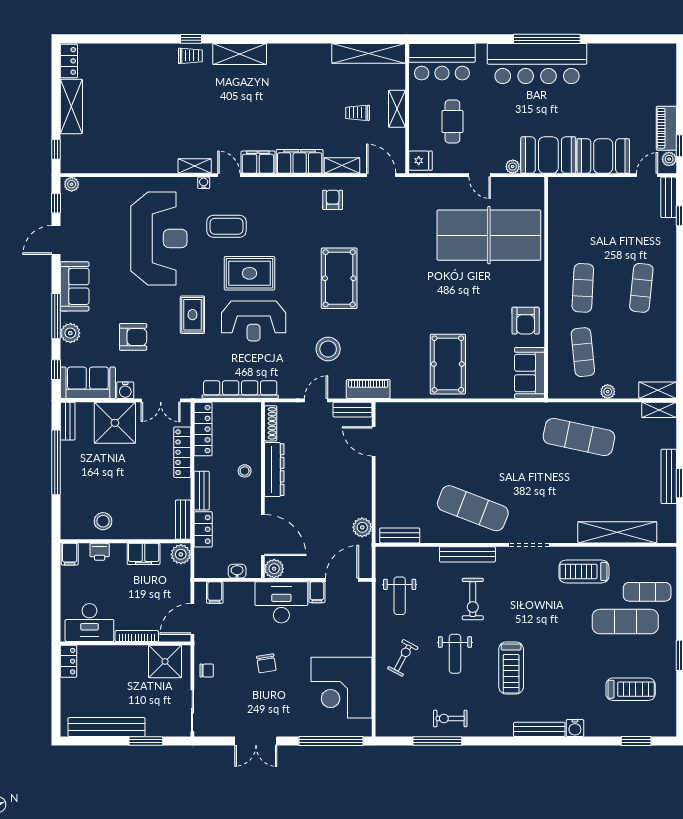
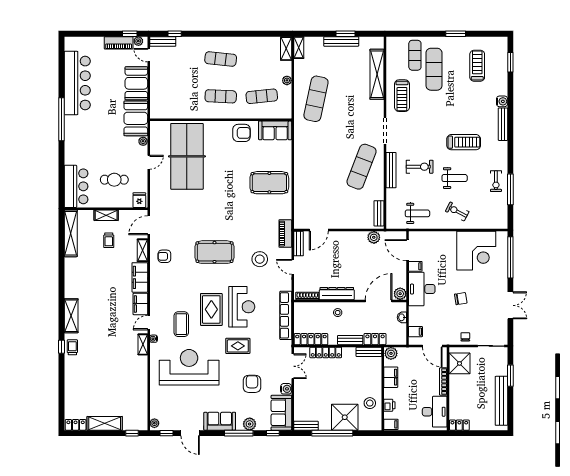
bar counter: (537, 64) -> (77, 83), moved
shower: (115, 423) -> (345, 417), moved

